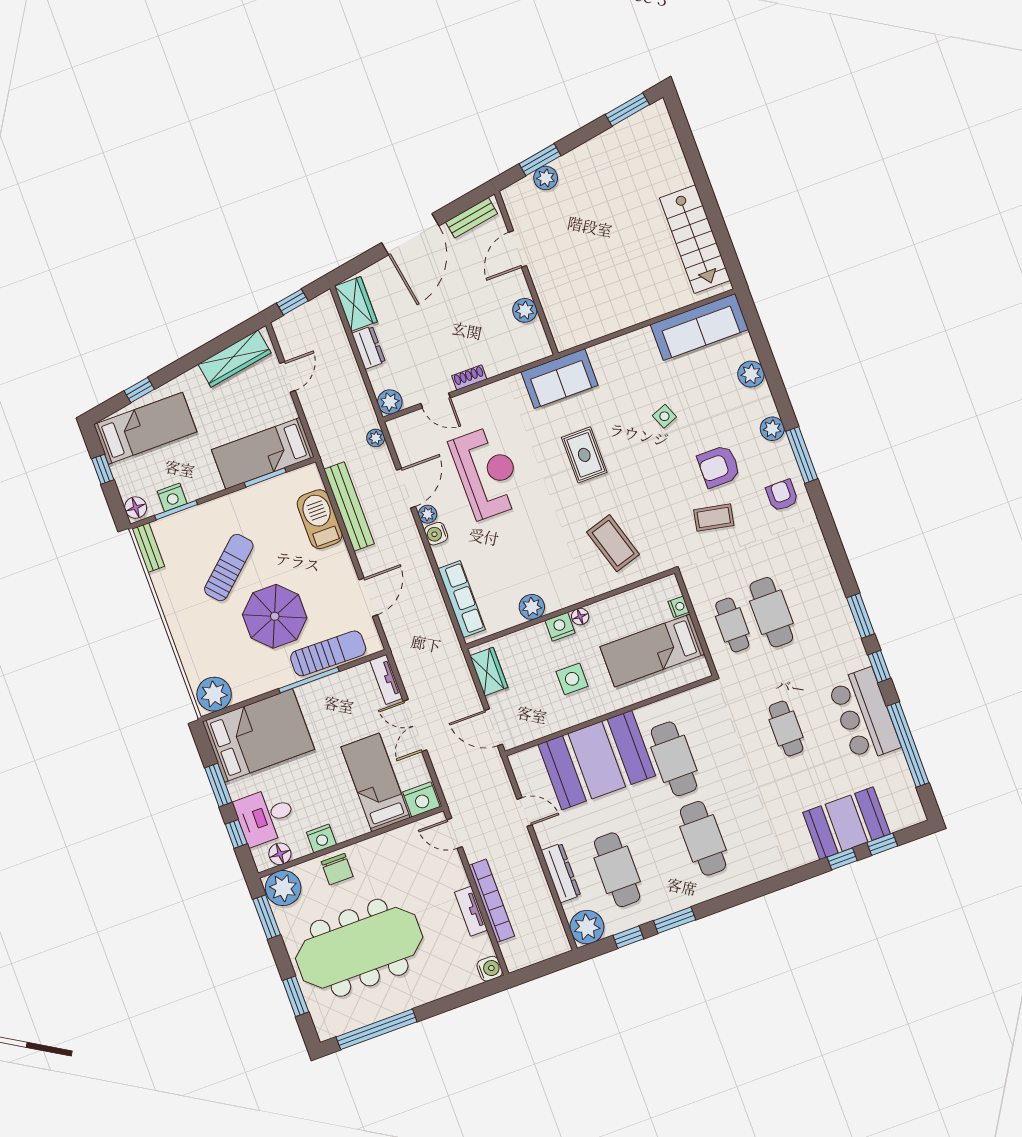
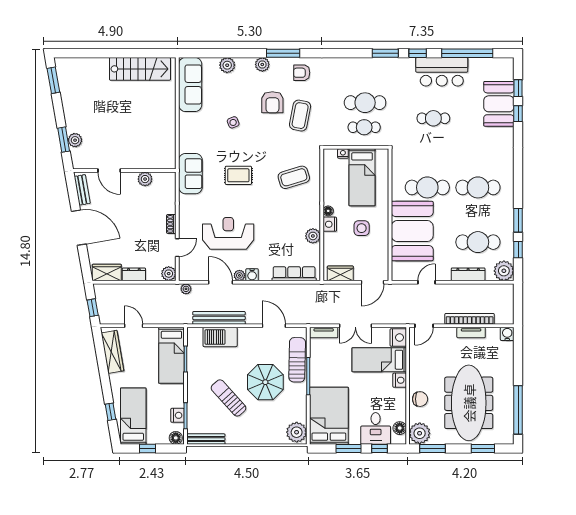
coffee table: (714, 518) -> (300, 116), width x1.36, depth x1.30
bench: (148, 548) -> (206, 439), width x1.36
nightstand: (321, 838) -> (400, 380), moved

